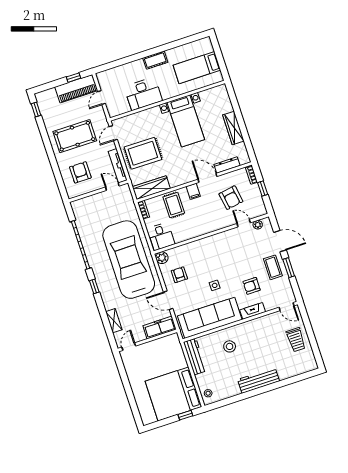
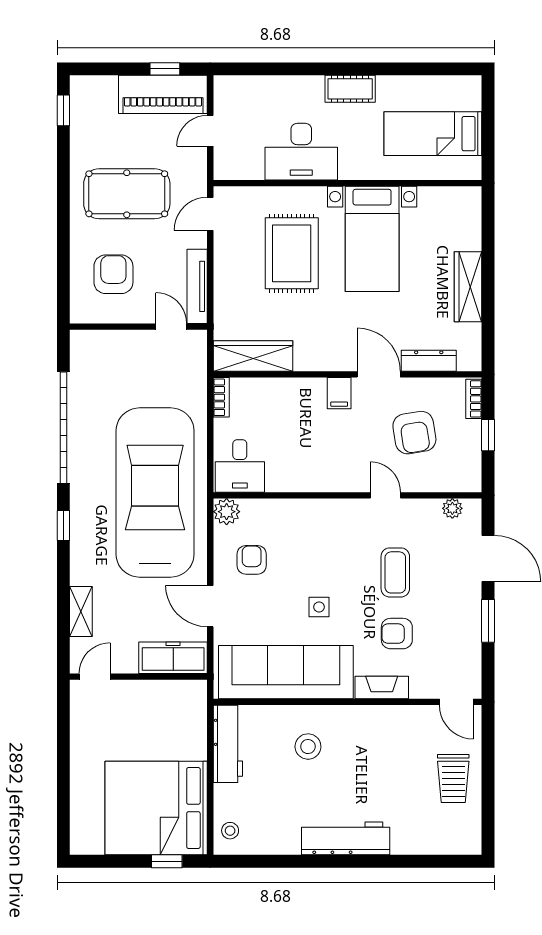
rug: (143, 153) -> (292, 253), moved, turned 90
rug: (174, 205) -> (288, 408), removed
door: (244, 223) -> (385, 495), moved
coffee table: (273, 267) -> (395, 572), moved

